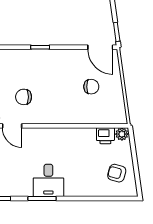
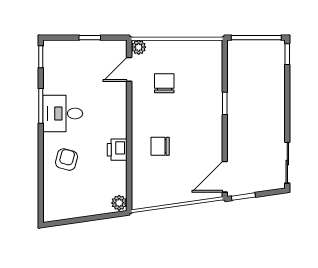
chair: (91, 87) -> (160, 146), moved, turned 90
printer: (105, 136) -> (117, 150), moved
armchair: (117, 173) -> (66, 160), moved

